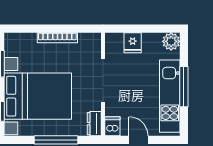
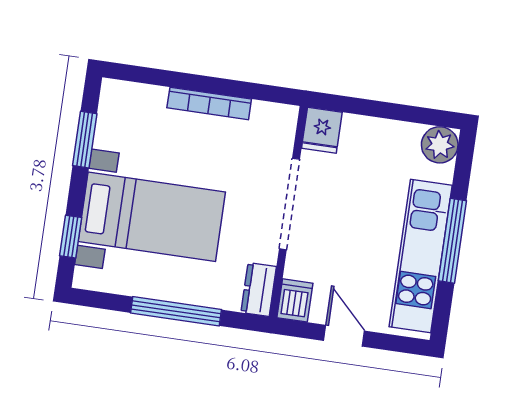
fridge: (133, 43) -> (322, 130), moved
bed with nightstands: (38, 96) -> (152, 217), width x0.73

